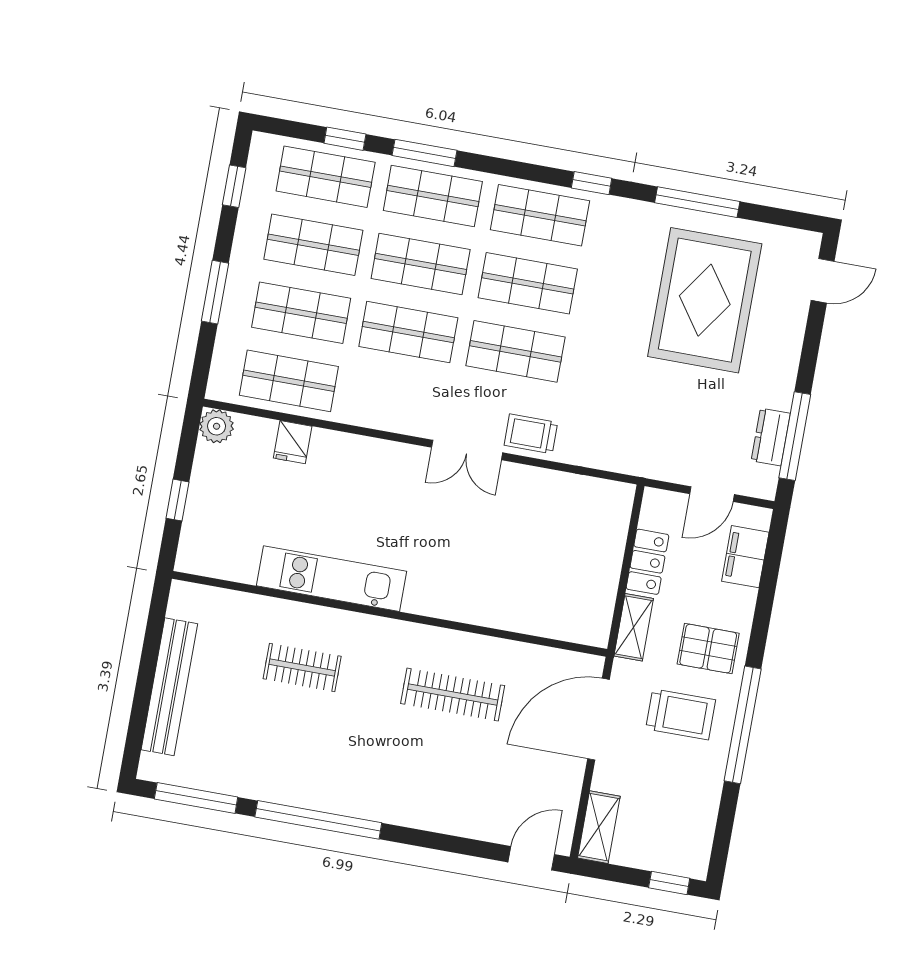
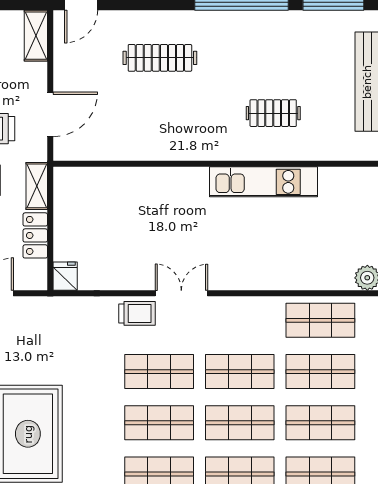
fridge: (293, 442) -> (65, 276), moved
clothes rail: (453, 695) -> (160, 58), moved
door: (599, 719) -> (50, 114), width x0.73

